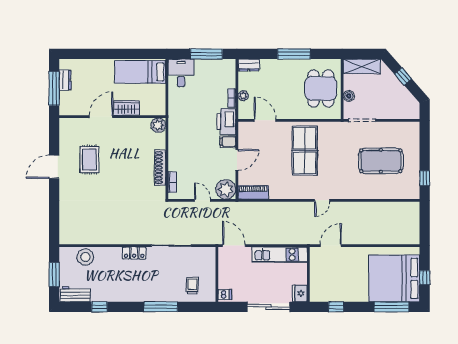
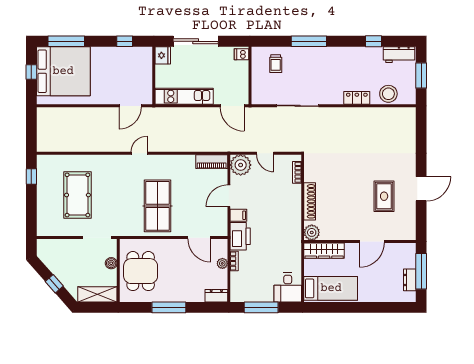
wardrobe: (127, 108) -> (324, 251), moved, width x1.50
pool table: (381, 161) -> (77, 195), turned 90
shoe rack: (160, 168) -> (310, 201), moved
locker: (134, 253) -> (357, 98), moved

